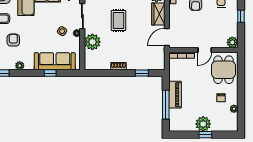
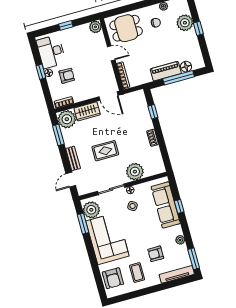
floor lamp: (174, 114) -> (186, 67), added
plant: (203, 124) -> (185, 23), moved

